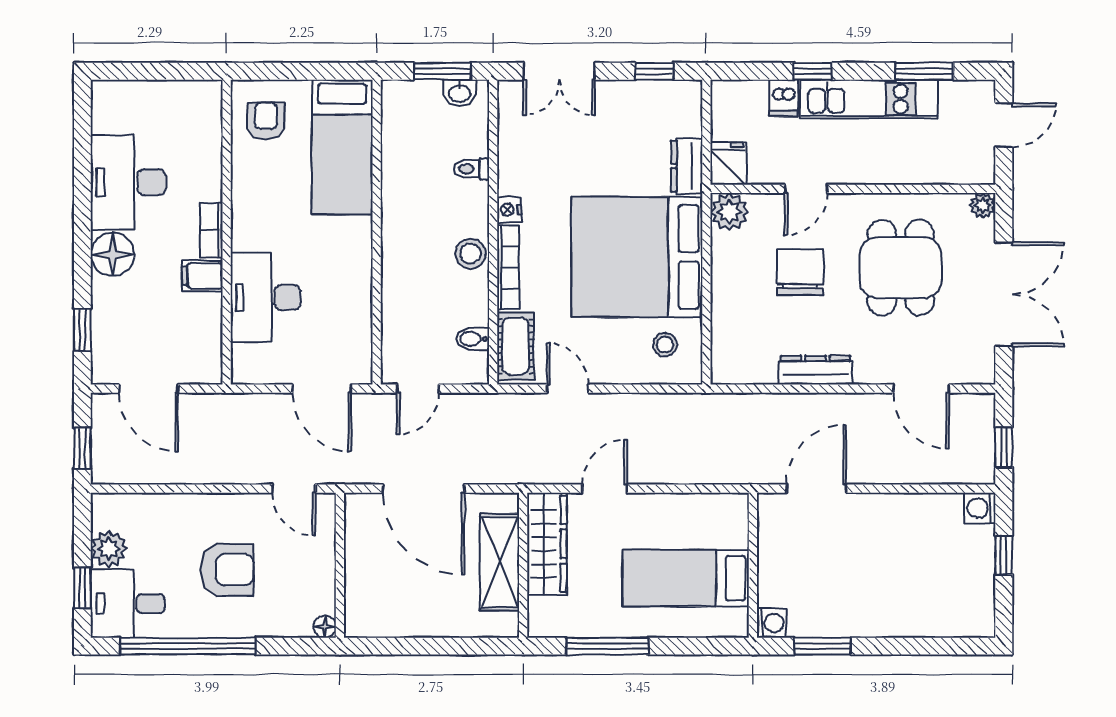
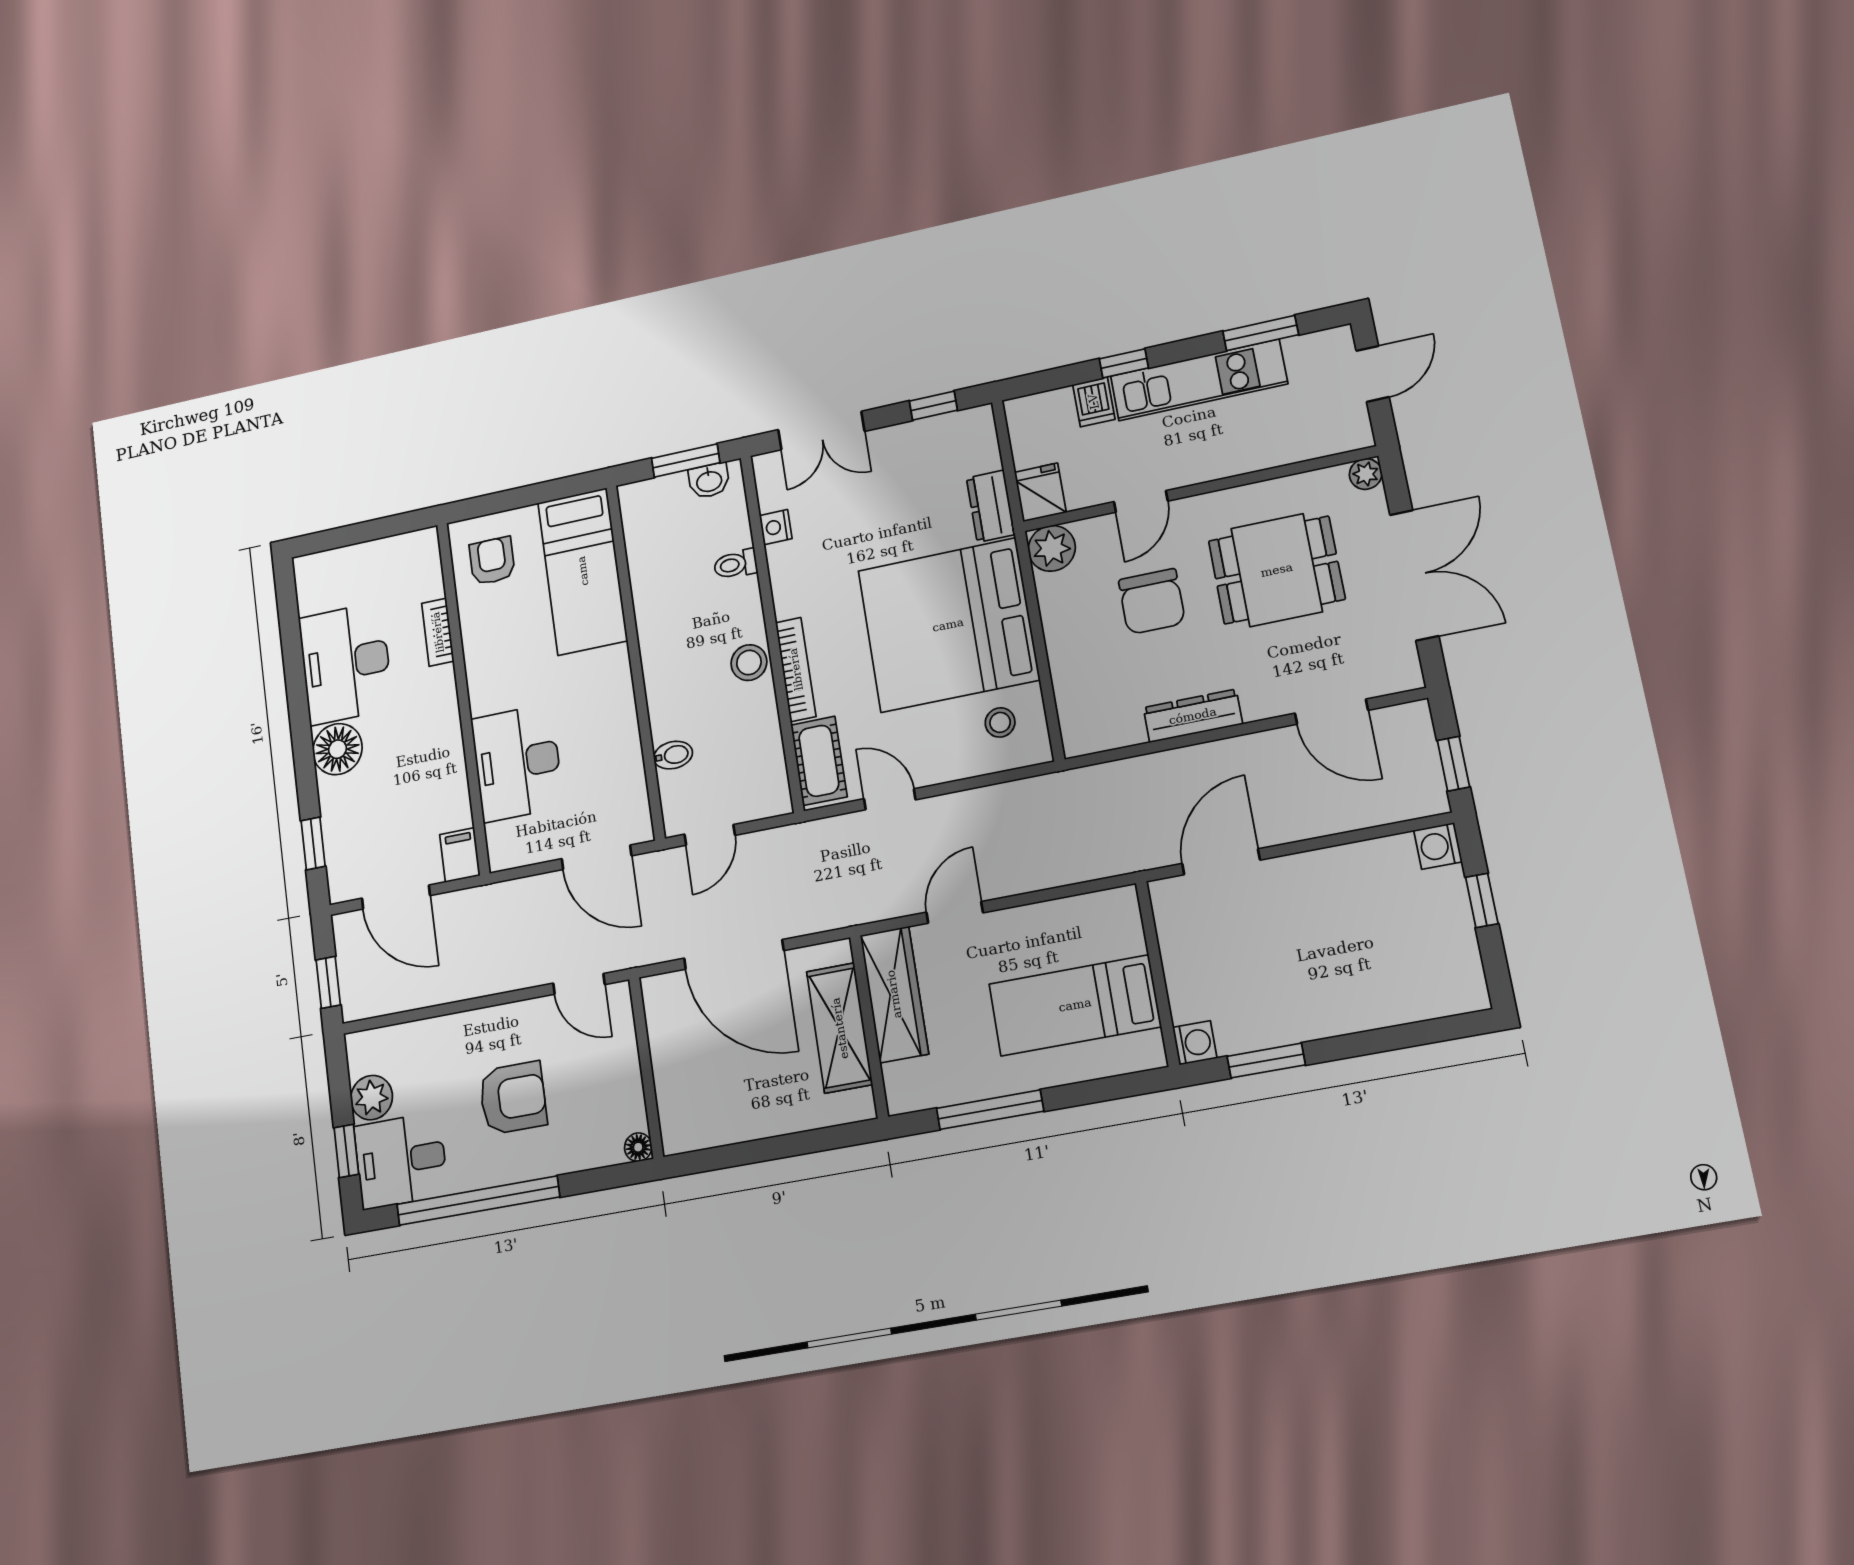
nightstand: (509, 210) -> (776, 527), moved
bookcase: (212, 230) -> (438, 632), moved
dining table: (901, 268) -> (1277, 570), turned 90
chair: (800, 272) -> (1152, 602), turned 180
filing cabinet: (202, 276) -> (460, 855), moved, turned 90
bidet: (473, 339) -> (673, 755), moved, turned 180

